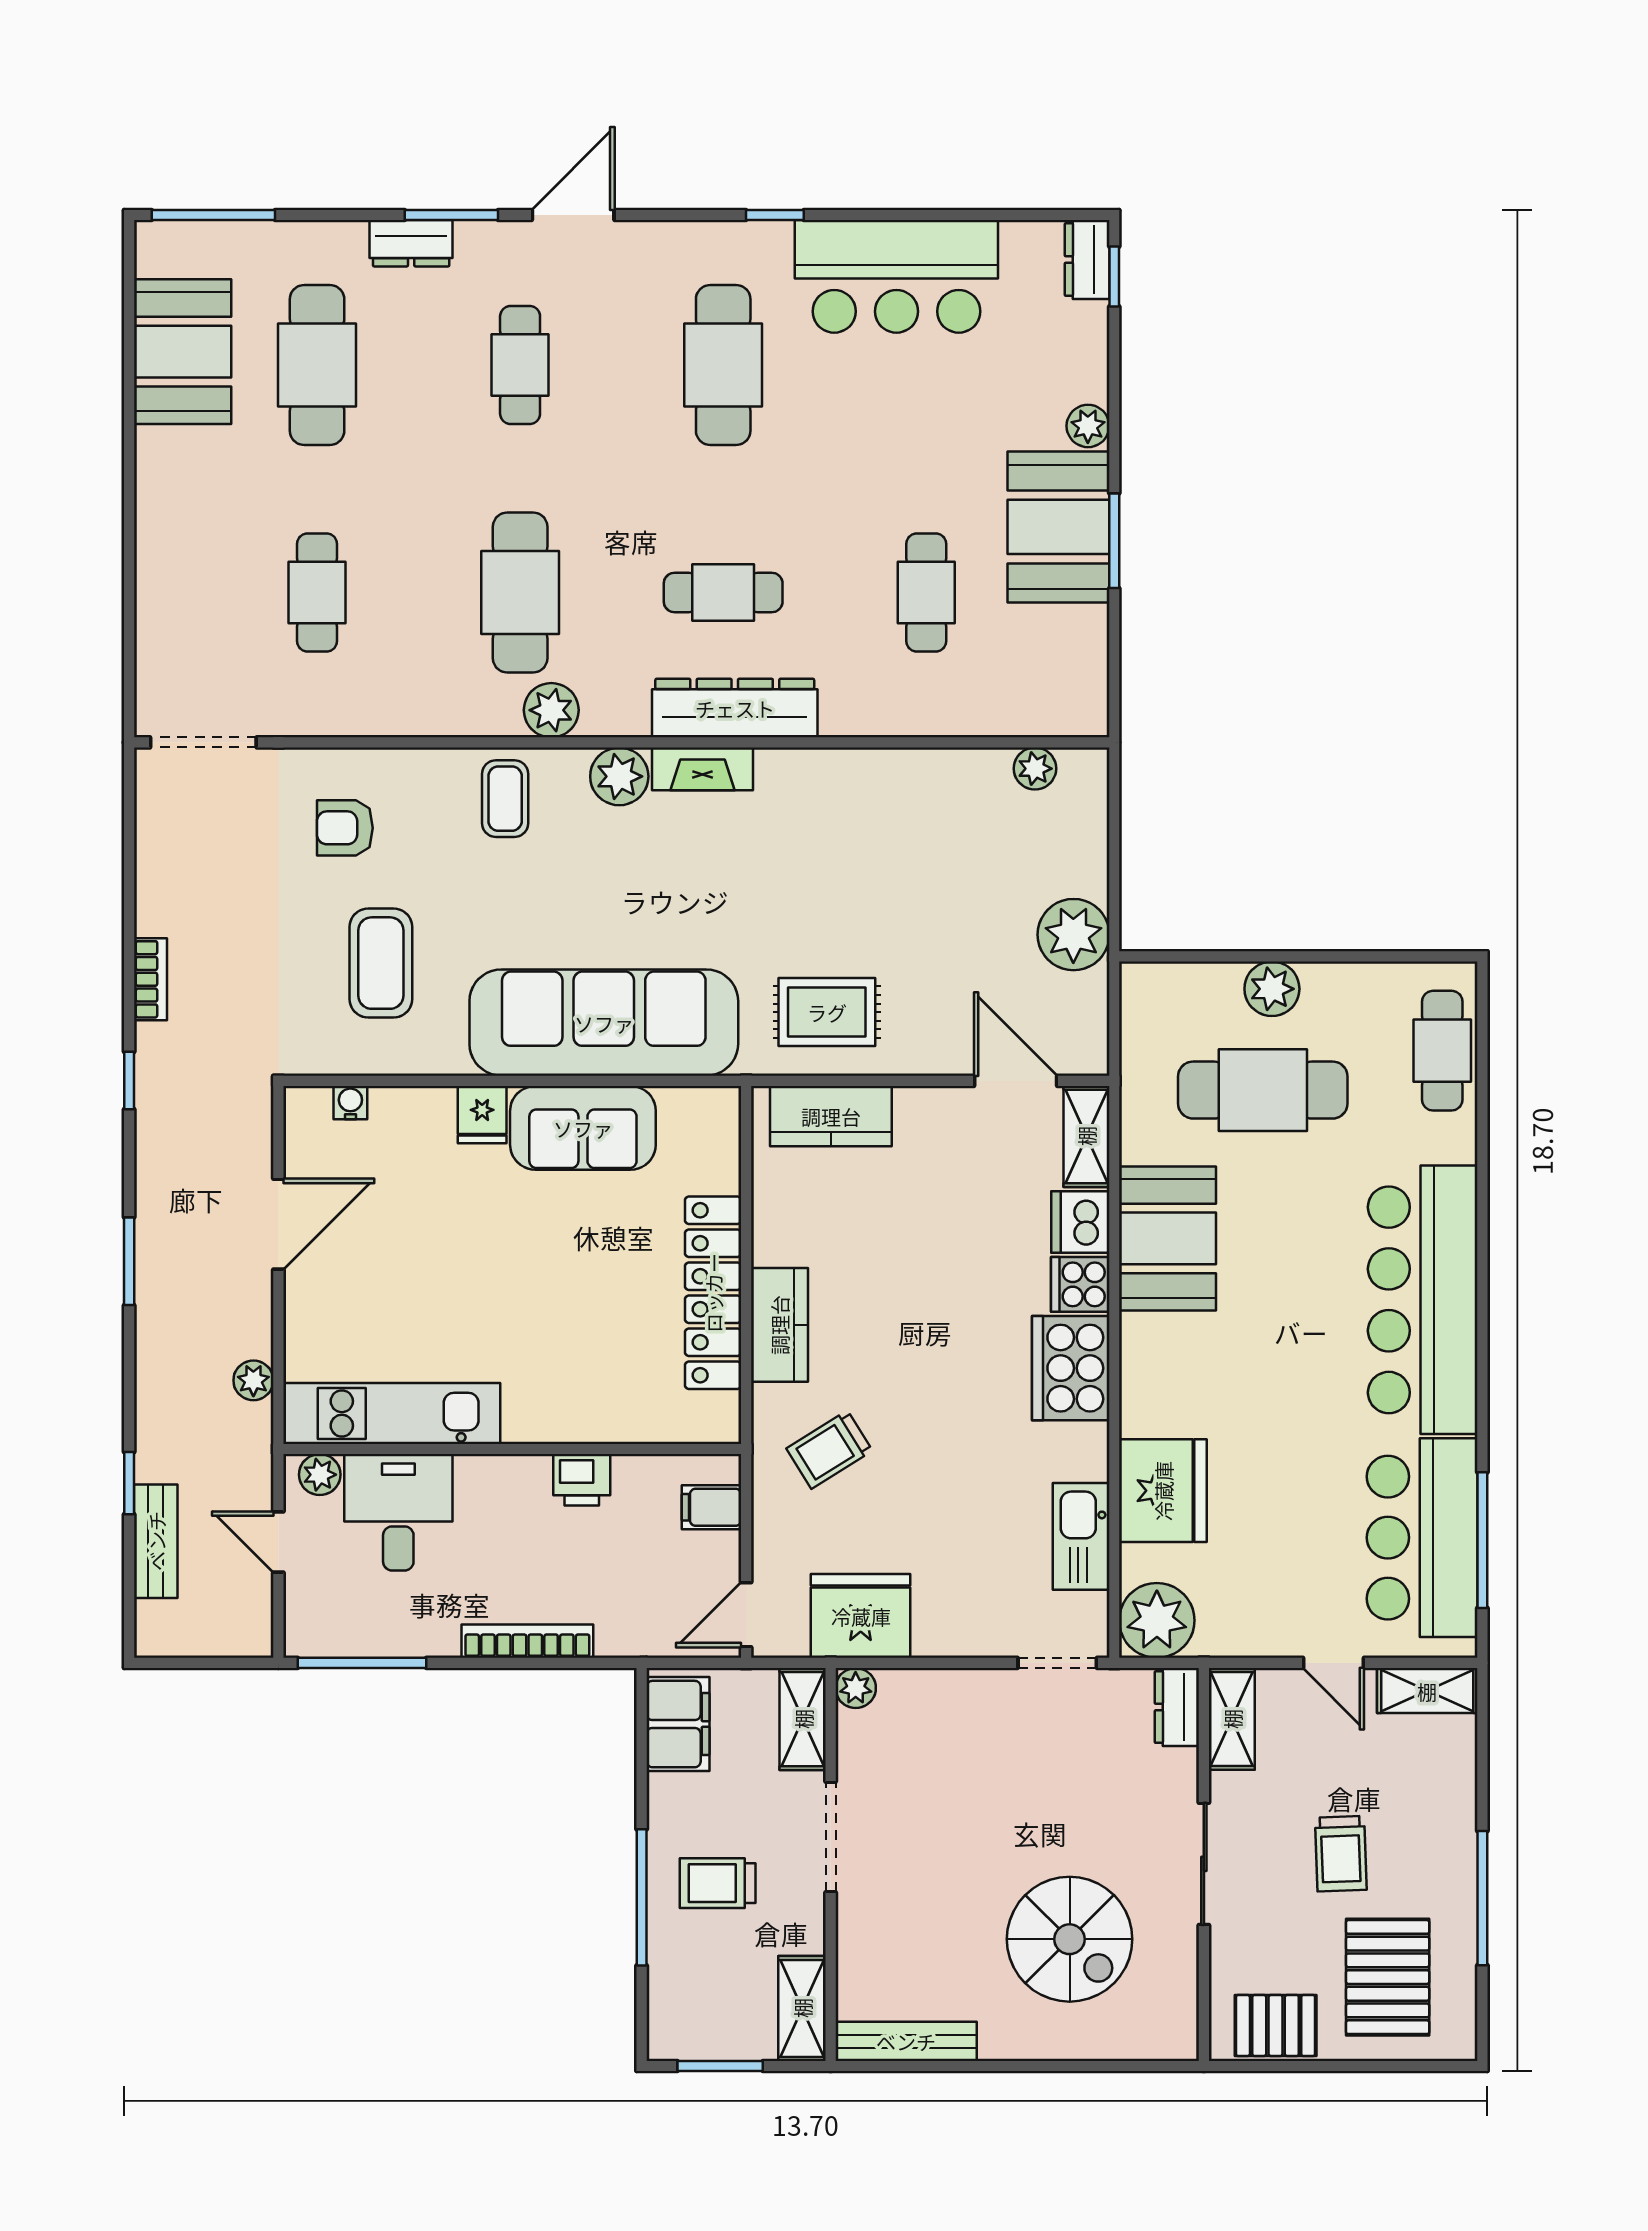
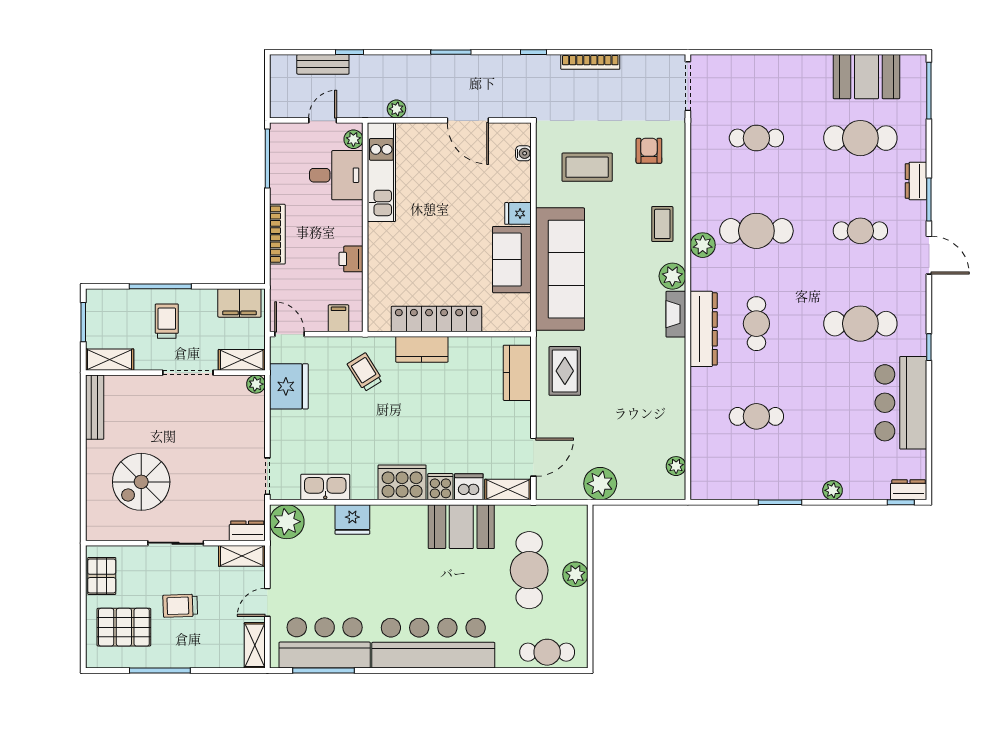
booth: (1058, 527) -> (786, 477), removed
coffee table: (505, 799) -> (662, 224), turned 90
bookcase: (150, 979) -> (590, 62), width x1.56
fridge: (1163, 1491) -> (352, 519), width x0.73, depth x0.75

